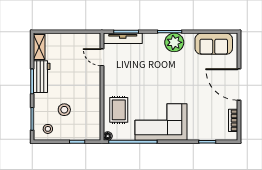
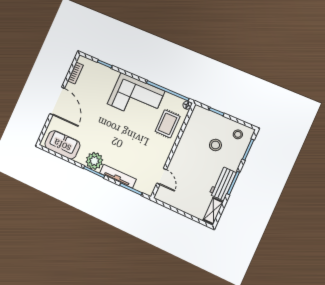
tv unit: (123, 38) -> (118, 176), moved

